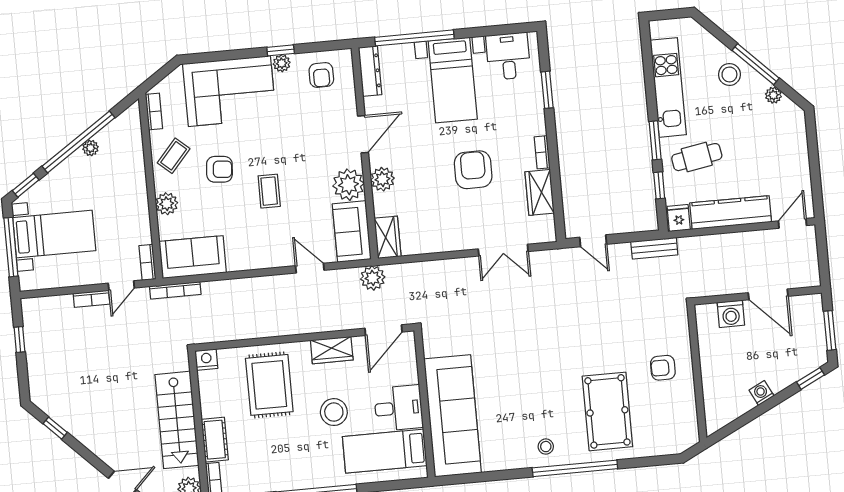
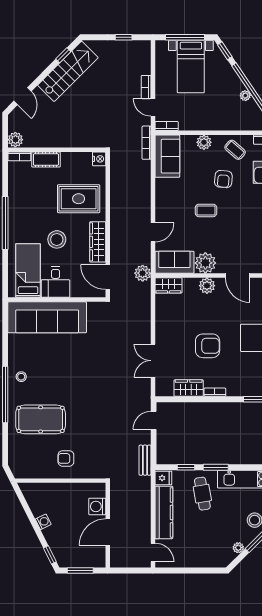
wardrobe: (332, 350) -> (98, 242), width x1.50
armchair: (663, 368) -> (66, 458), turned -90
stairs: (177, 420) -> (68, 71), moved, turned 135

